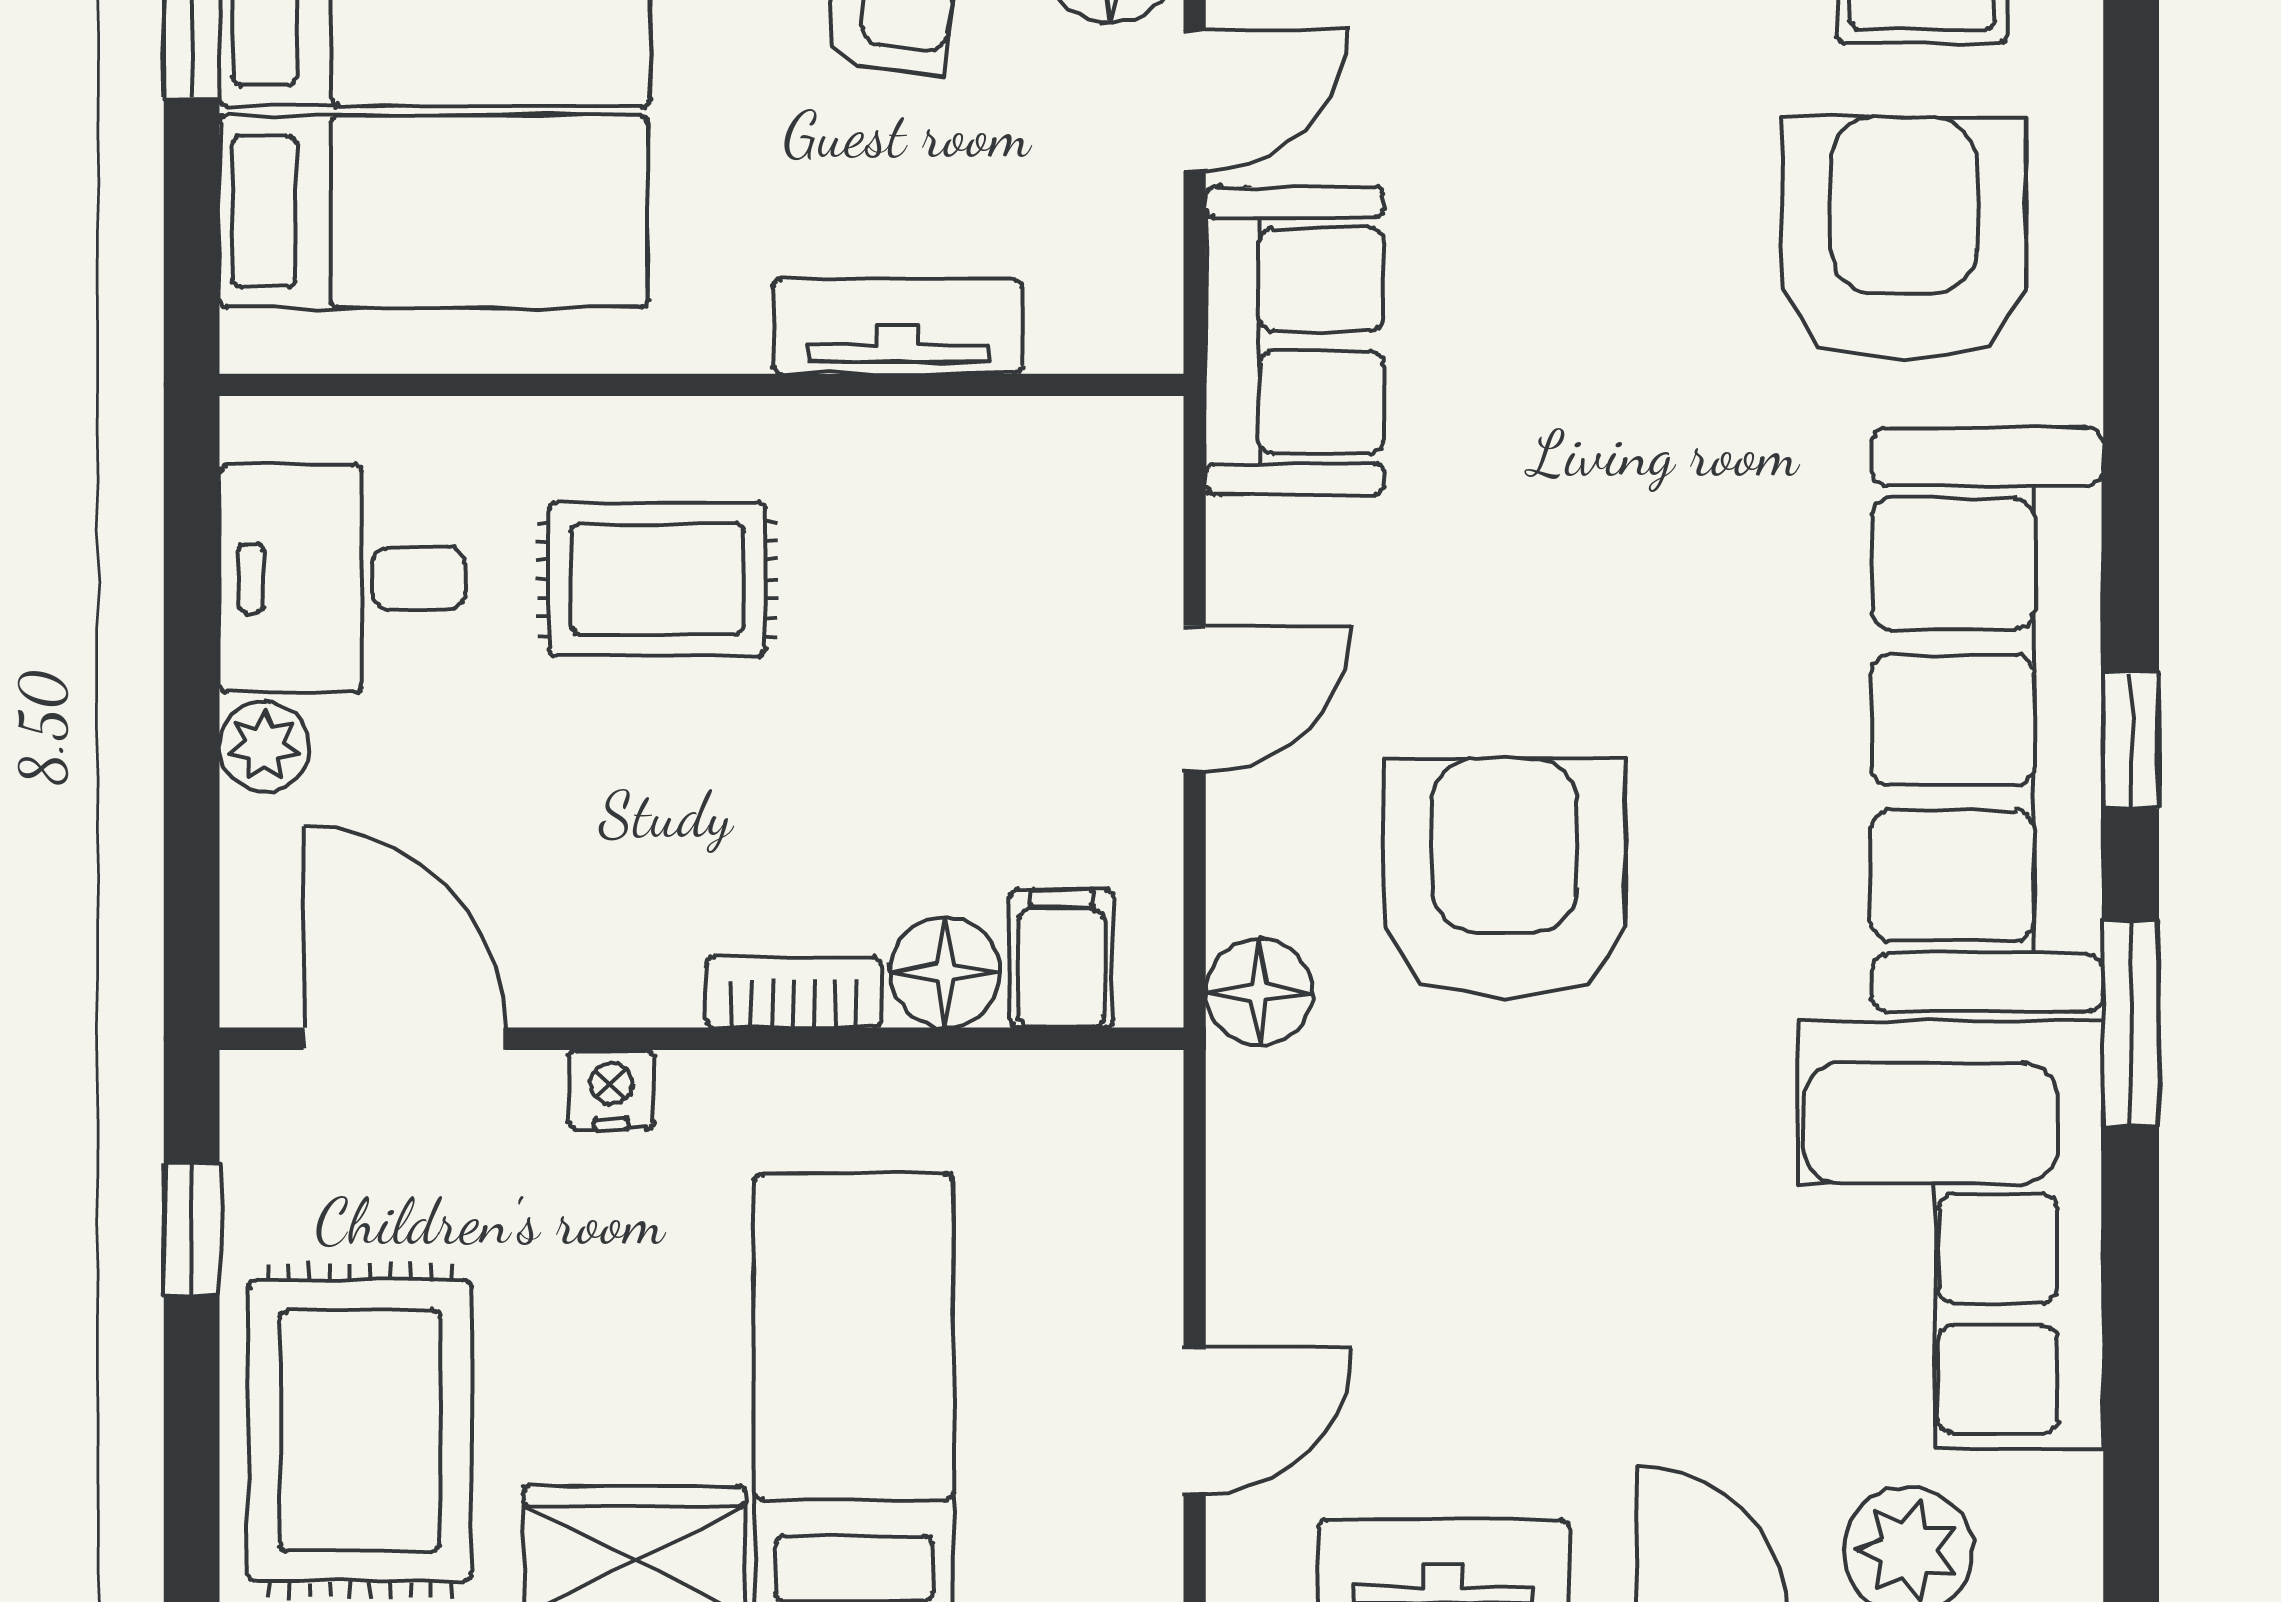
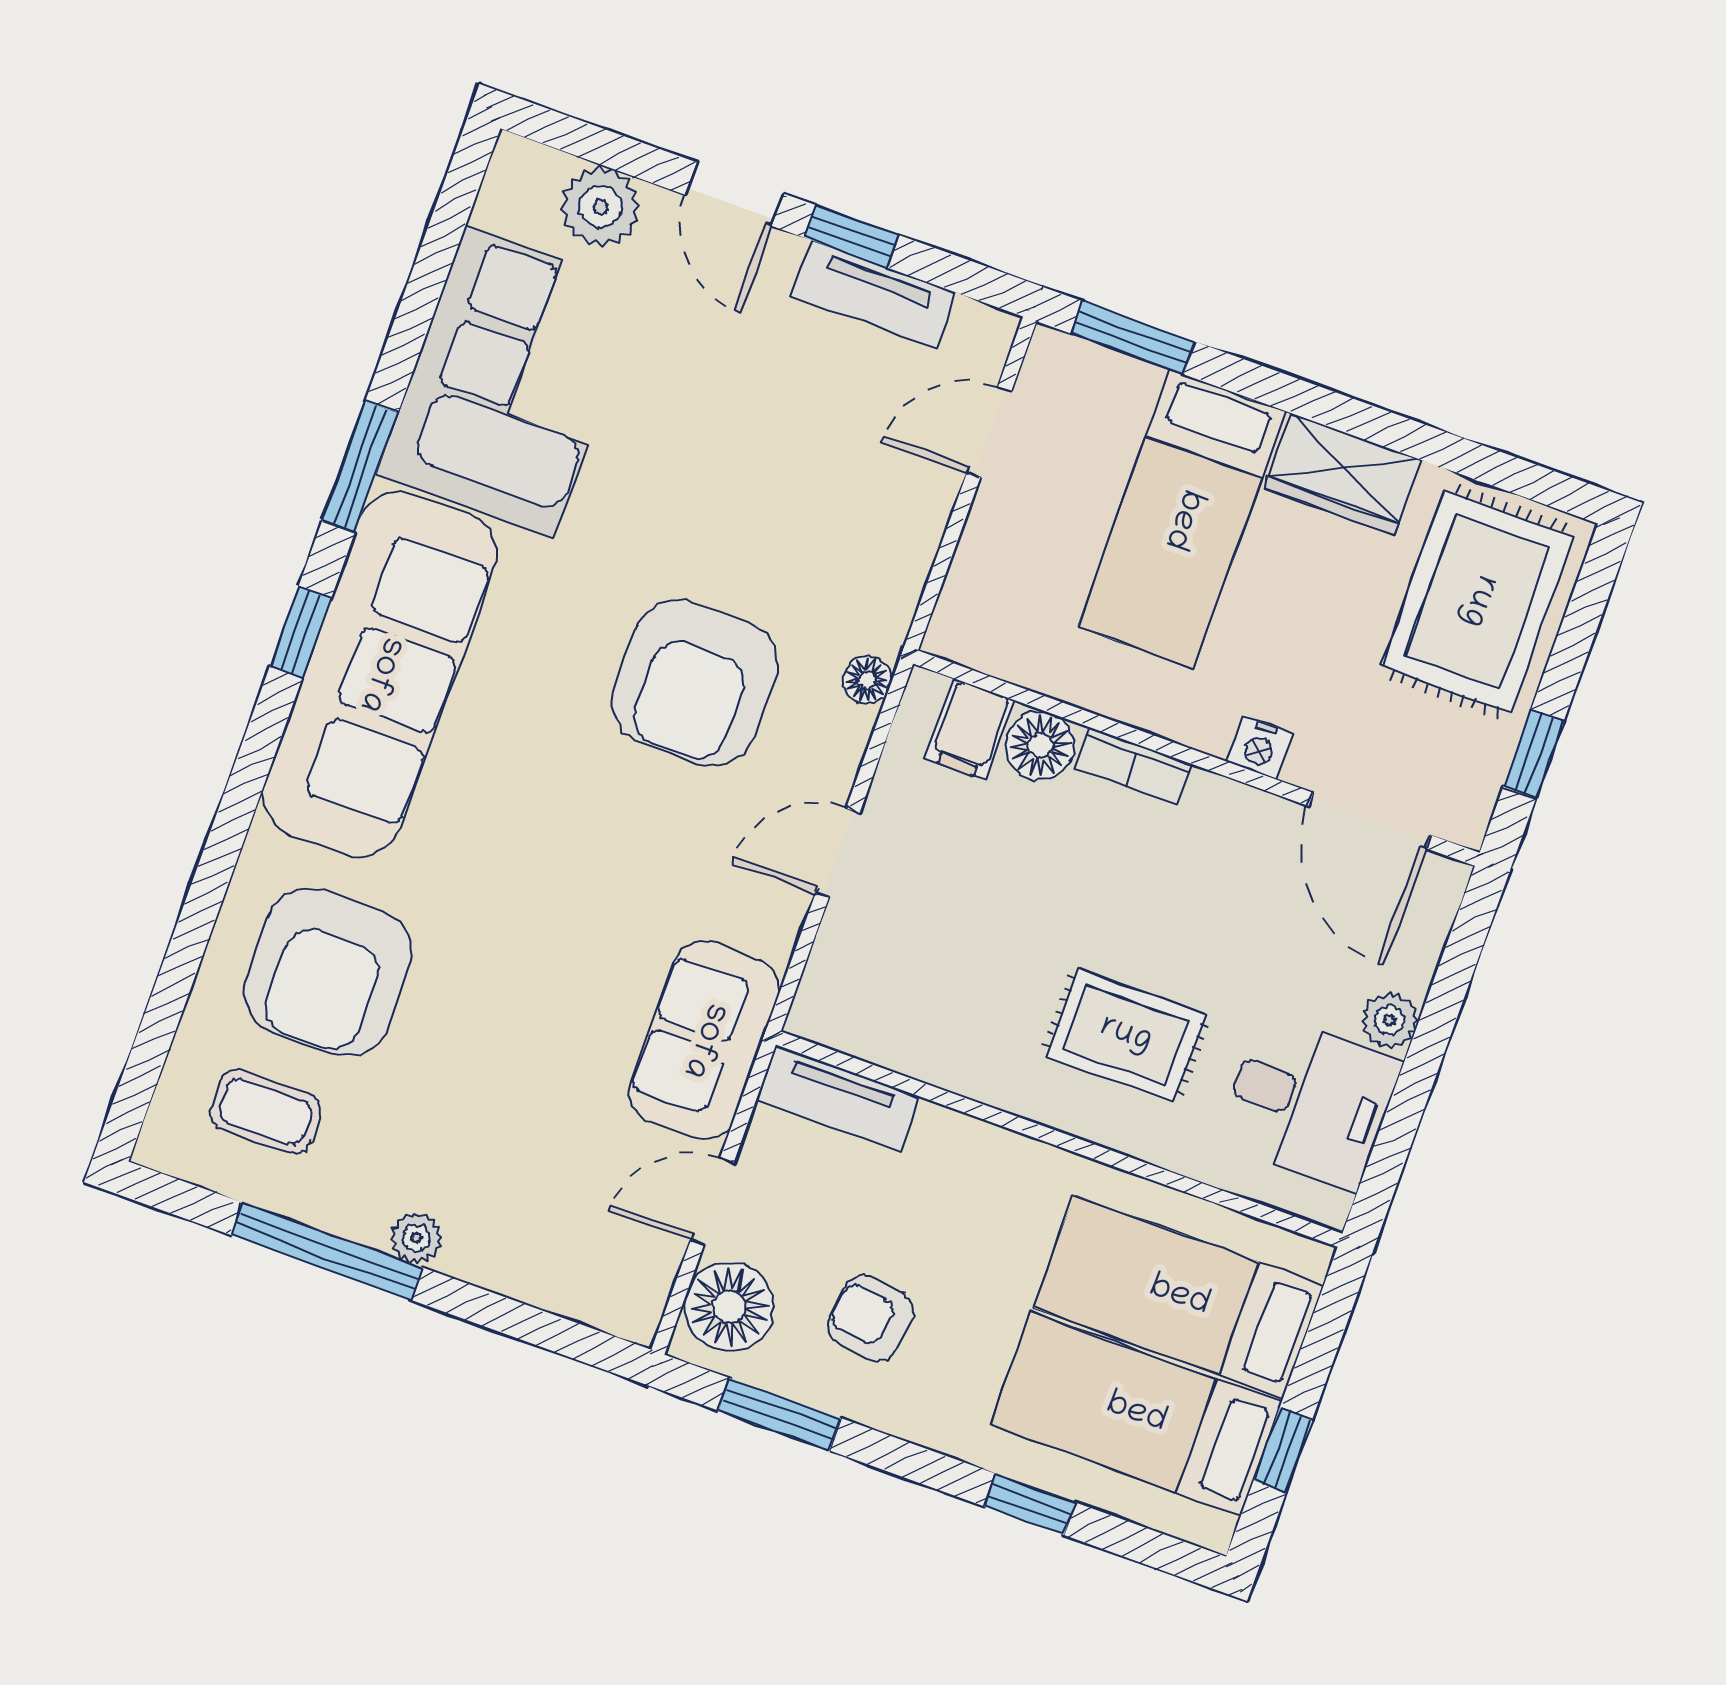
tv unit: (898, 326) -> (838, 1098), moved
floor lamp: (1259, 992) -> (867, 680), width x0.73, depth x0.73

